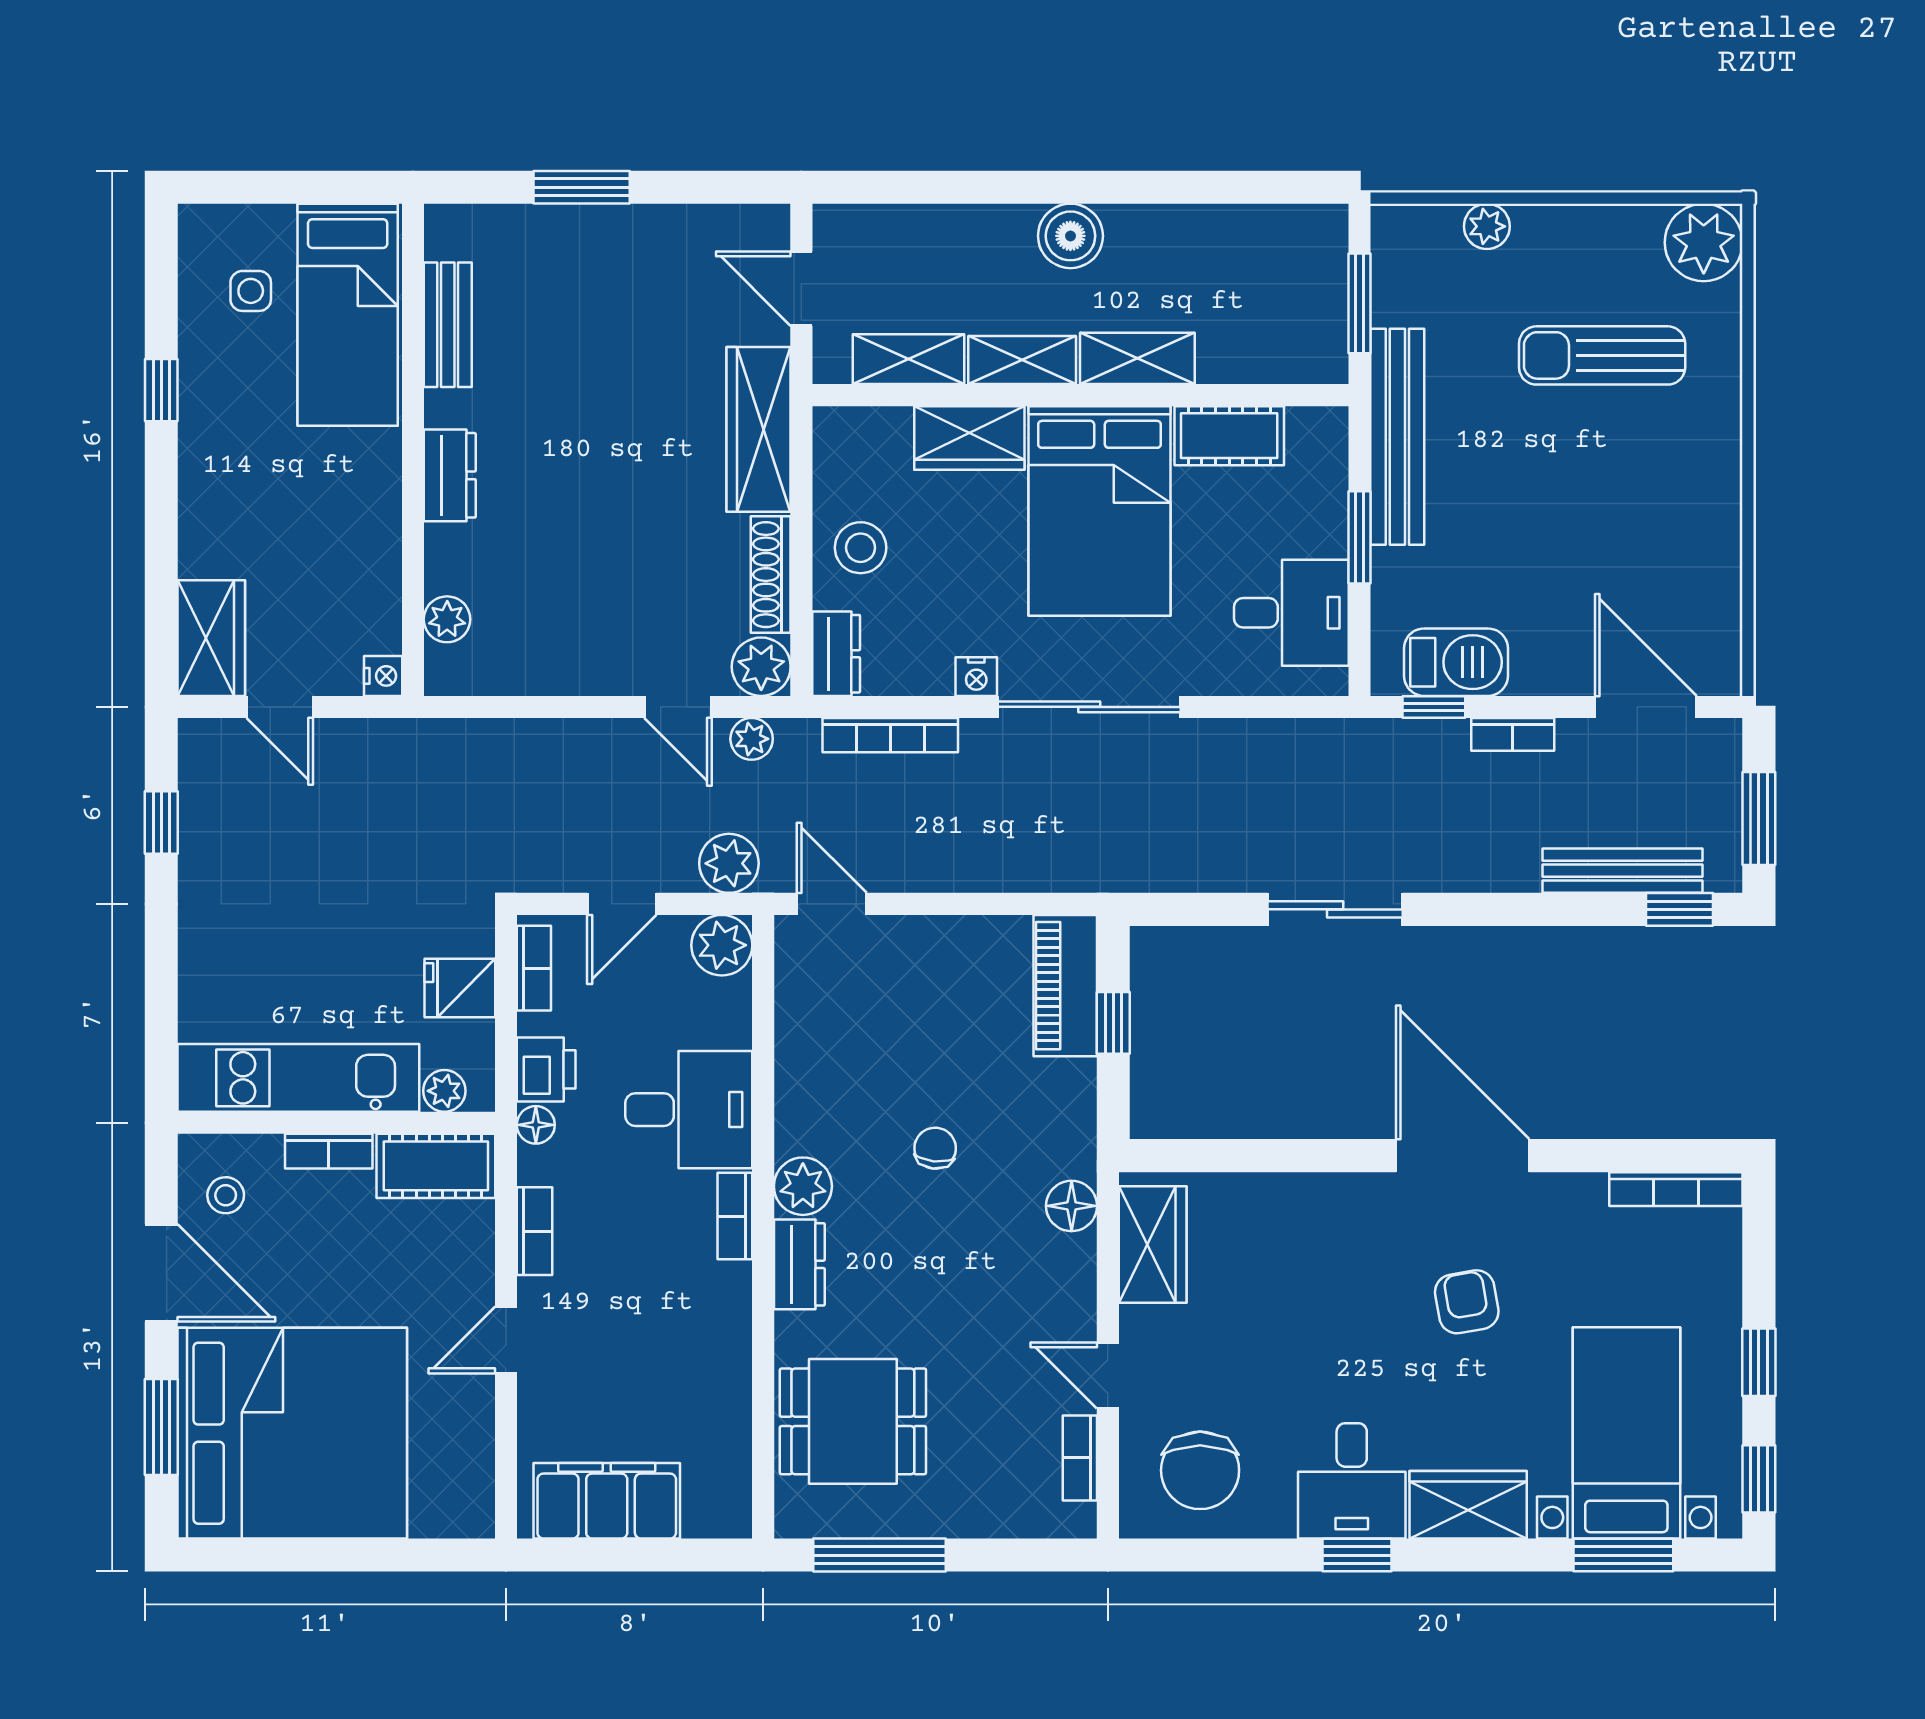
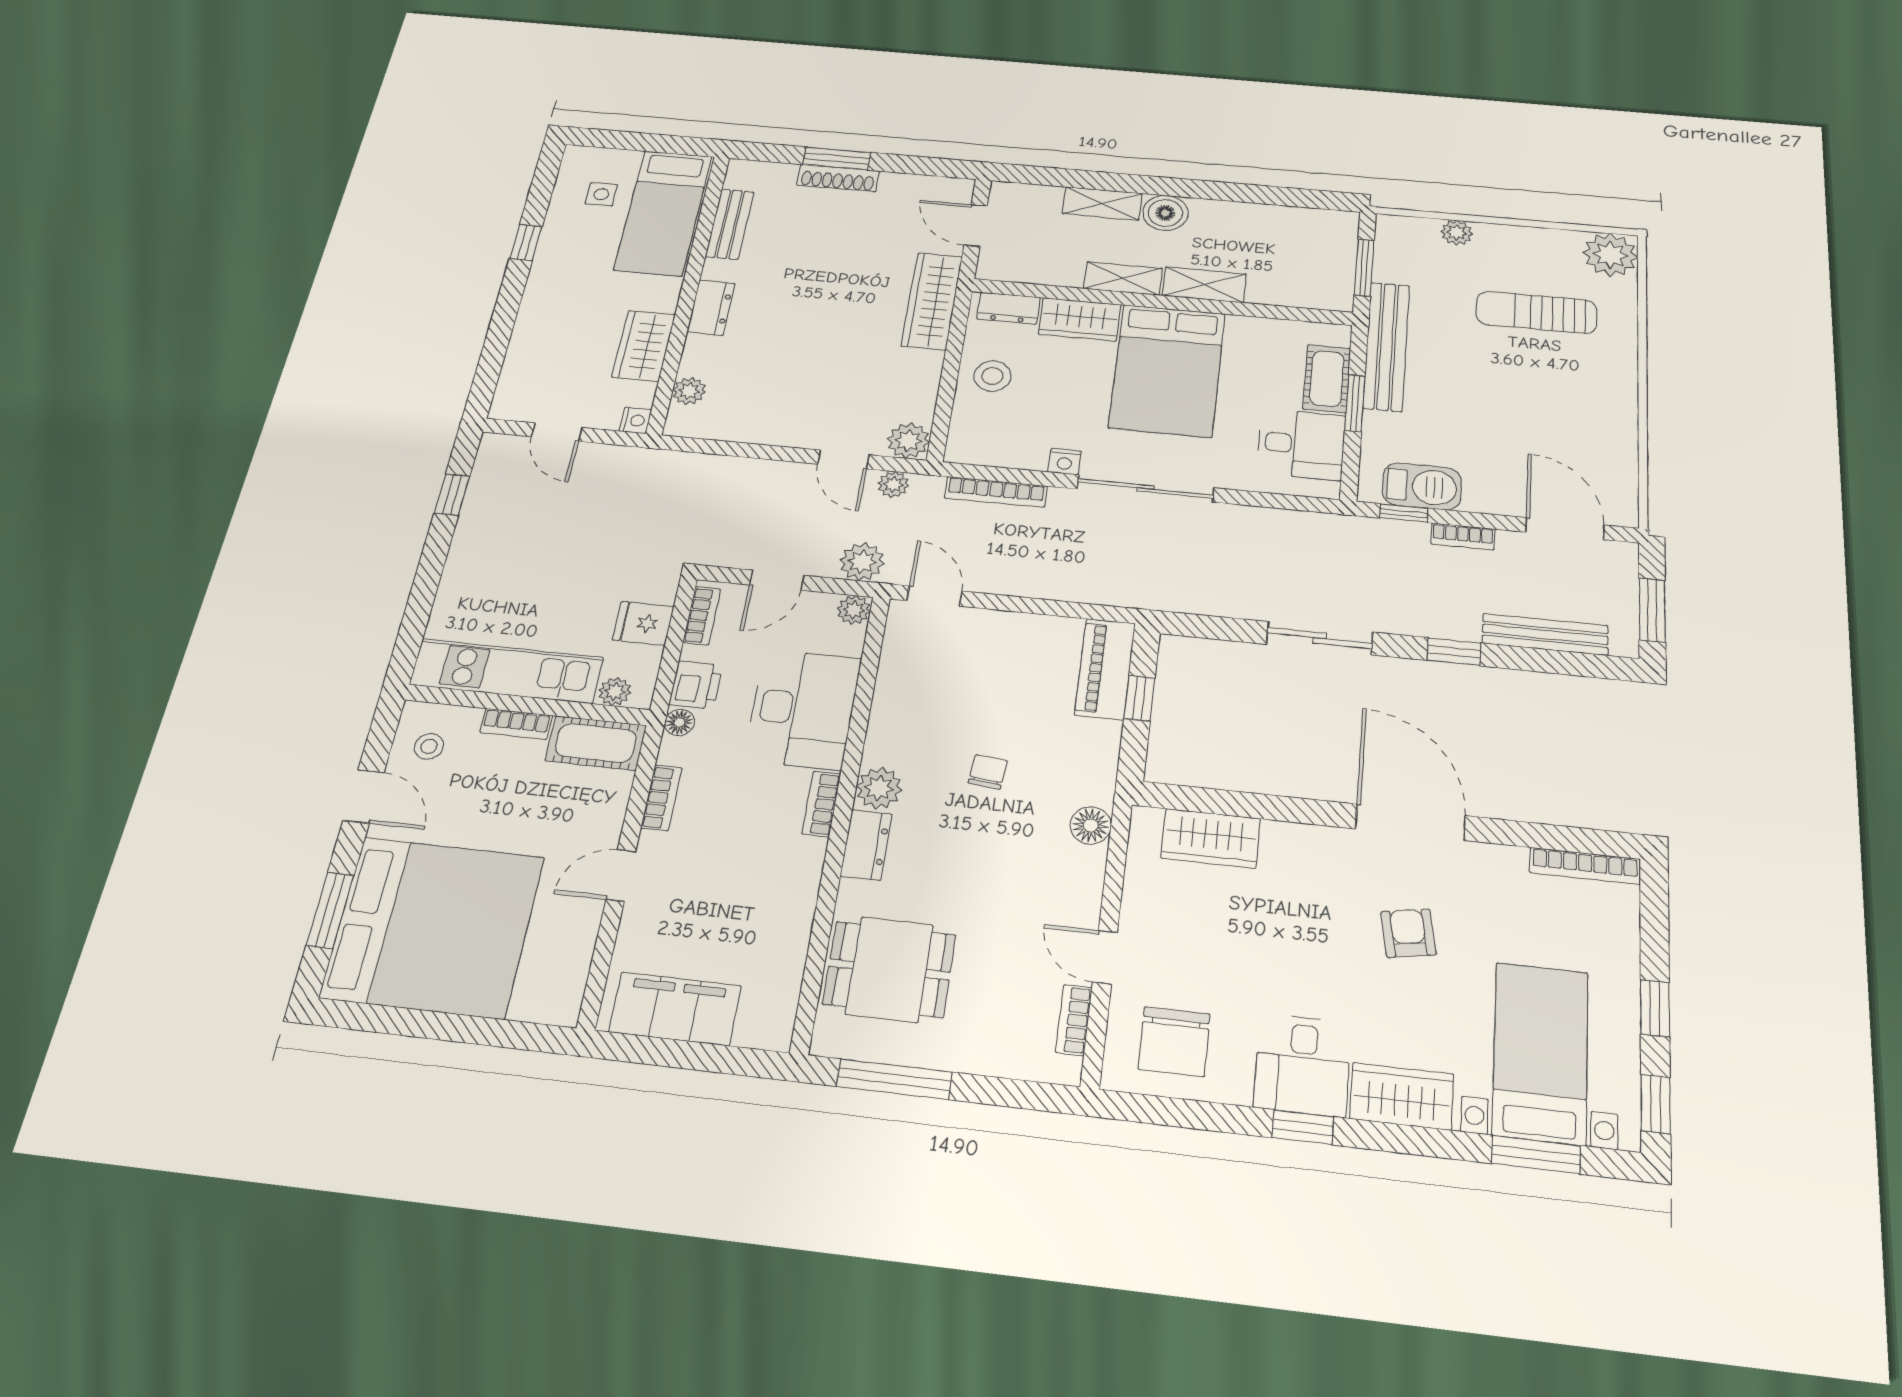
shelving: (908, 359) -> (1102, 204), moved
cot: (1229, 436) -> (1327, 379), moved, turned 90
shoe rack: (771, 575) -> (838, 178), moved, turned -90
wardrobe: (211, 638) -> (644, 346), moved, turned 180
dresser: (836, 654) -> (1009, 308), moved, turned 90
window: (1680, 909) -> (1454, 652), moved
plant: (722, 945) -> (854, 610), width x0.73, depth x0.73
desk: (689, 1110) -> (803, 709), width x1.37
wardrobe: (1153, 1245) -> (1211, 838), moved, turned 90
door: (161, 1273) -> (364, 796), width x0.73

